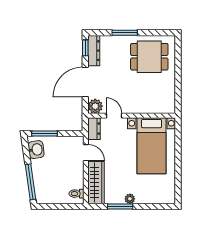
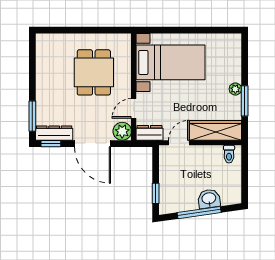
window: (125, 33) -> (32, 116), moved
dining table: (149, 57) -> (94, 72), moved
window: (45, 134) -> (156, 193), width x0.67
washbasin: (36, 150) -> (209, 199), moved
window: (31, 182) -> (199, 213), moved

